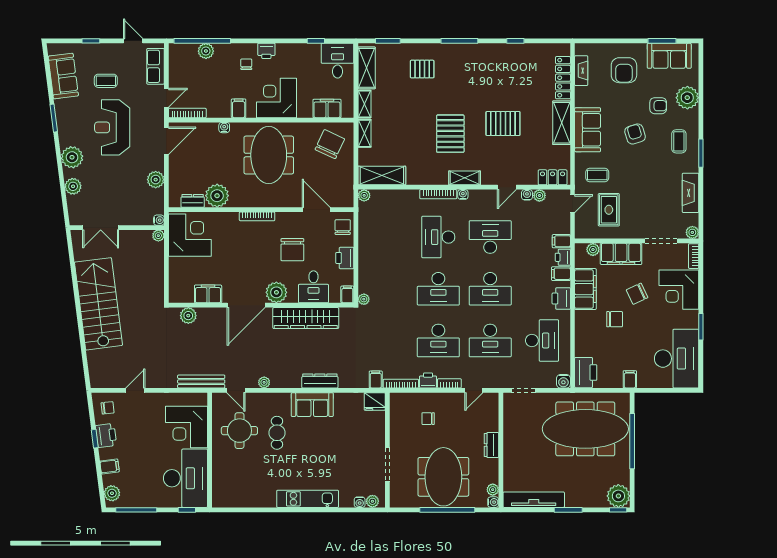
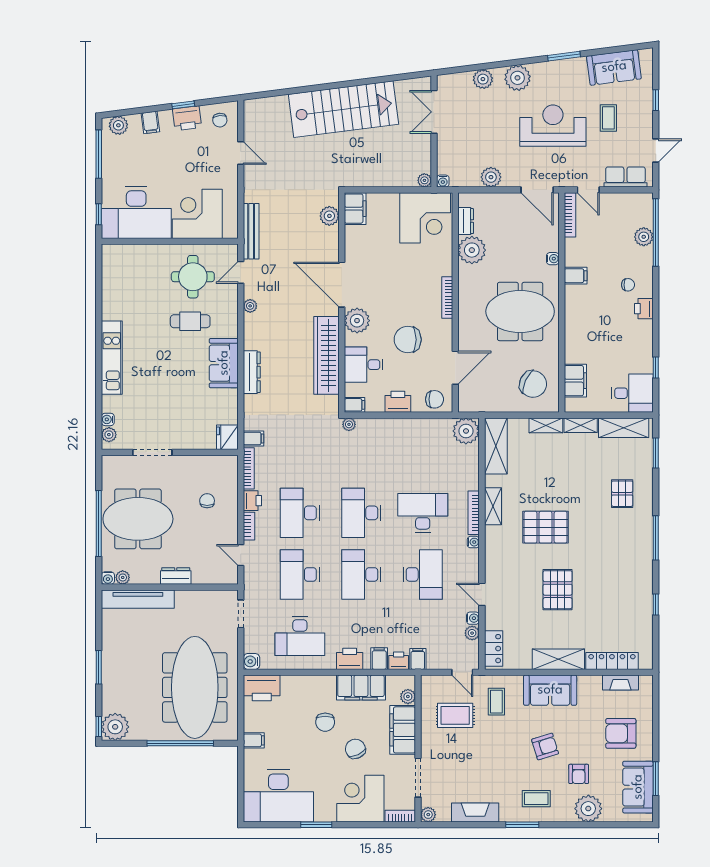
corner desk: (276, 98) -> (588, 321), removed
shelving: (465, 178) -> (493, 506), moved
plant: (364, 195) -> (466, 431), width x1.87, depth x1.87
filing cabinet: (208, 294) -> (355, 209), moved
tv unit: (534, 500) -> (138, 599), moved, turned 90

